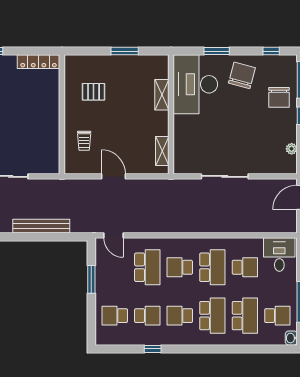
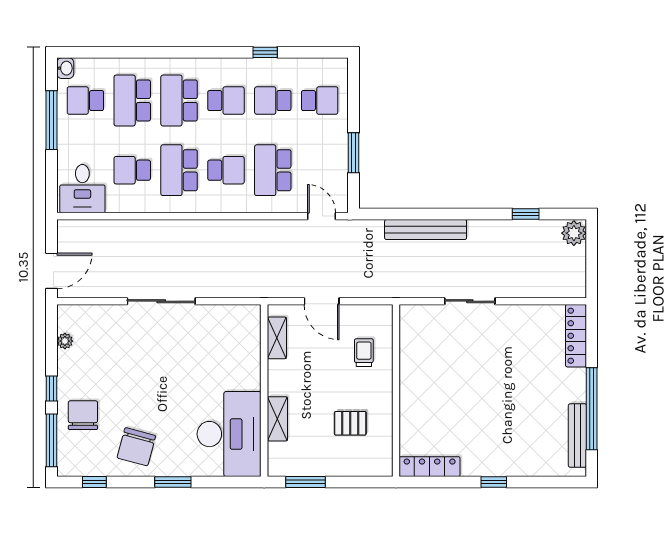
desk: (195, 84) -> (229, 434), moved
shelving: (162, 95) -> (277, 419), moved
wall: (171, 114) -> (264, 391), moved
shelving: (162, 151) -> (277, 338), moved

